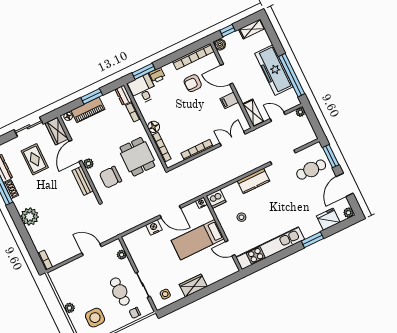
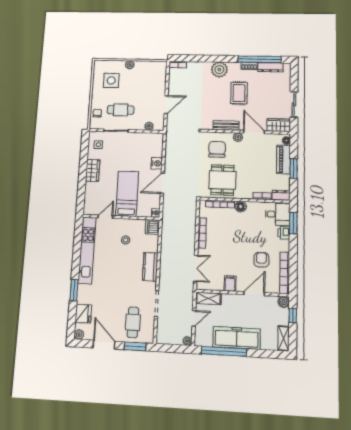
dining table: (137, 157) -> (222, 180), turned 90
rug: (35, 159) -> (239, 93), moved, turned 90

